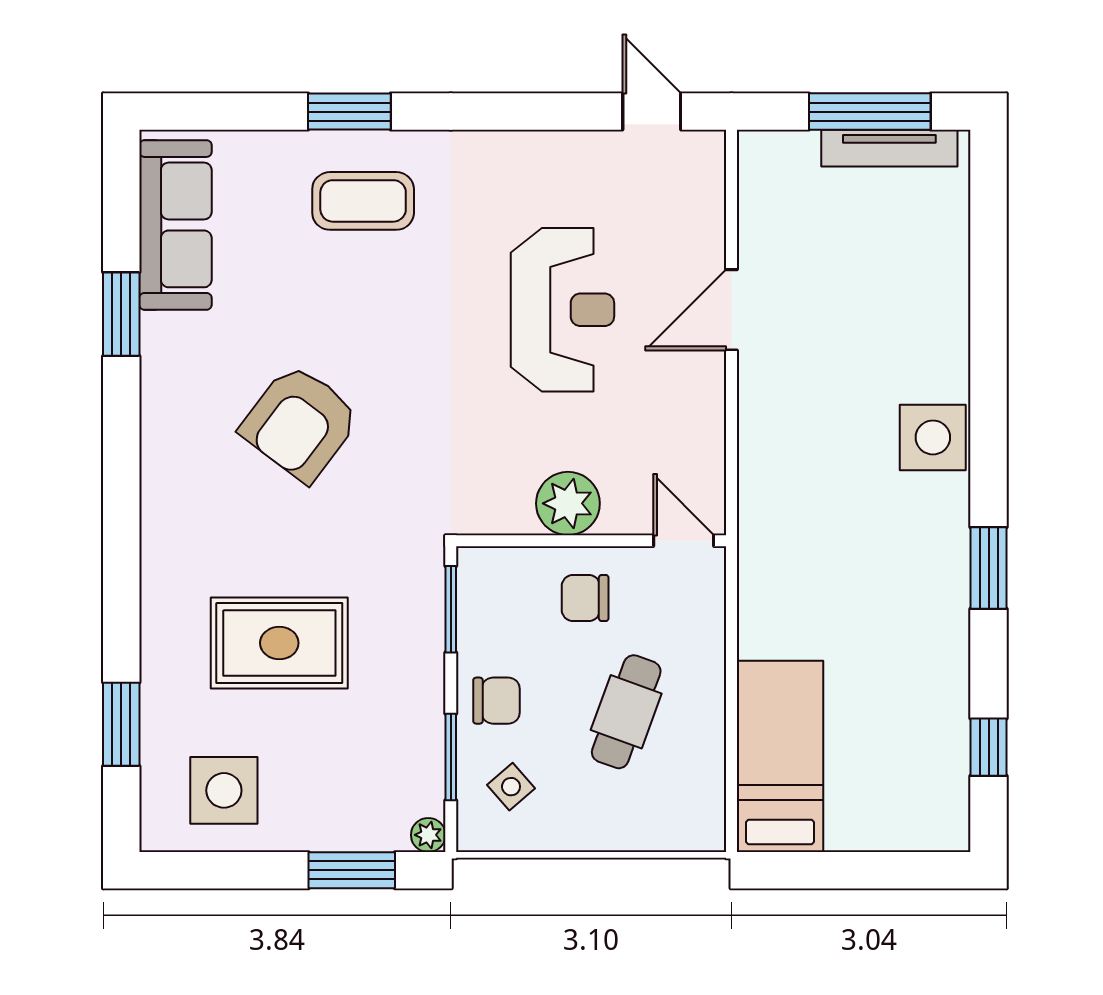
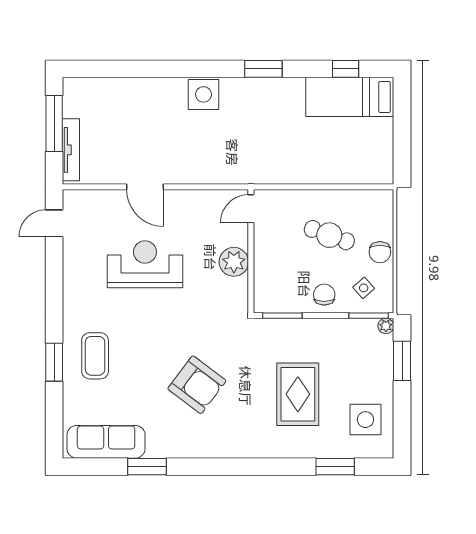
tv unit: (889, 148) -> (71, 150), moved
chair: (585, 598) -> (380, 252), moved
bed: (780, 756) -> (350, 97), moved
window: (451, 757) -> (369, 316), moved

